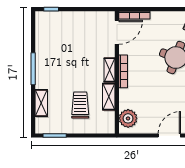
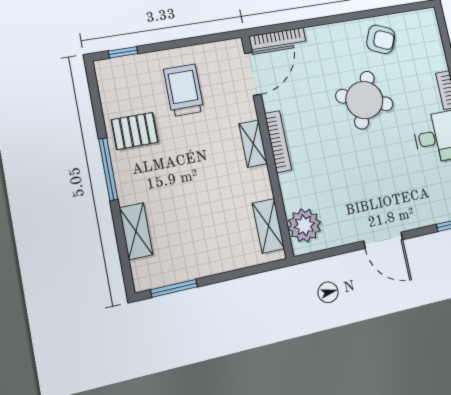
pallet: (50, 52) -> (135, 131), added
shelving: (109, 97) -> (268, 226), moved
trolley: (80, 105) -> (184, 90), moved
door: (169, 136) -> (383, 240), swing flipped

